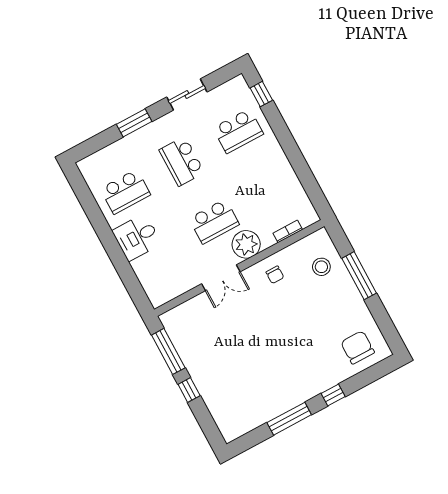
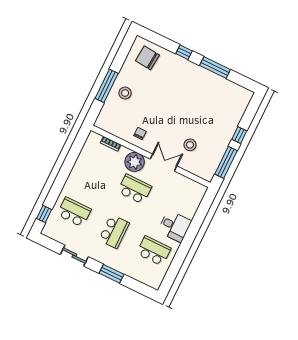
stool: (321, 267) -> (125, 93), moved
stool: (219, 324) -> (190, 145), added
chair: (358, 347) -> (147, 58), turned 95

